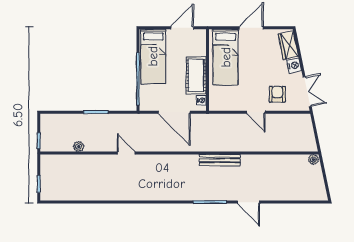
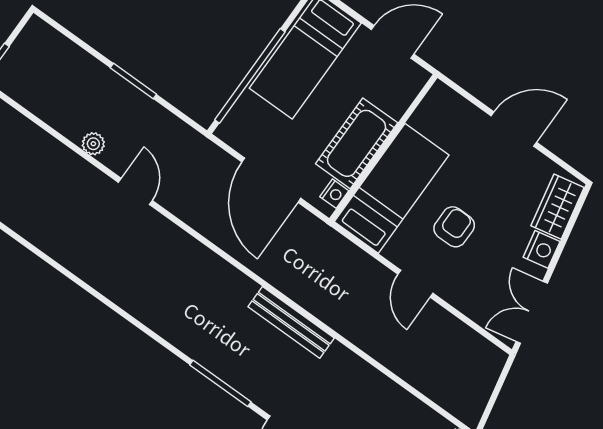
bed: (226, 57) -> (392, 188), moved, turned 180
double door: (307, 92) -> (532, 312), swing flipped
armchair: (277, 94) -> (454, 227), moved
plant: (79, 146) -> (93, 144), moved

